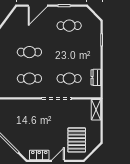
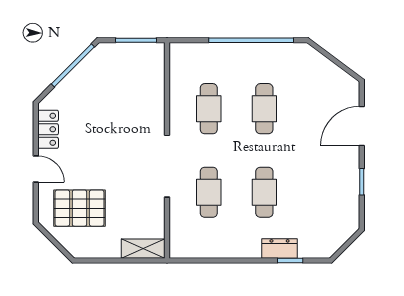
door: (38, 6) -> (362, 126), hinge flipped
cafe table: (69, 26) -> (264, 192), moved
dresser: (96, 77) -> (280, 249), moved

